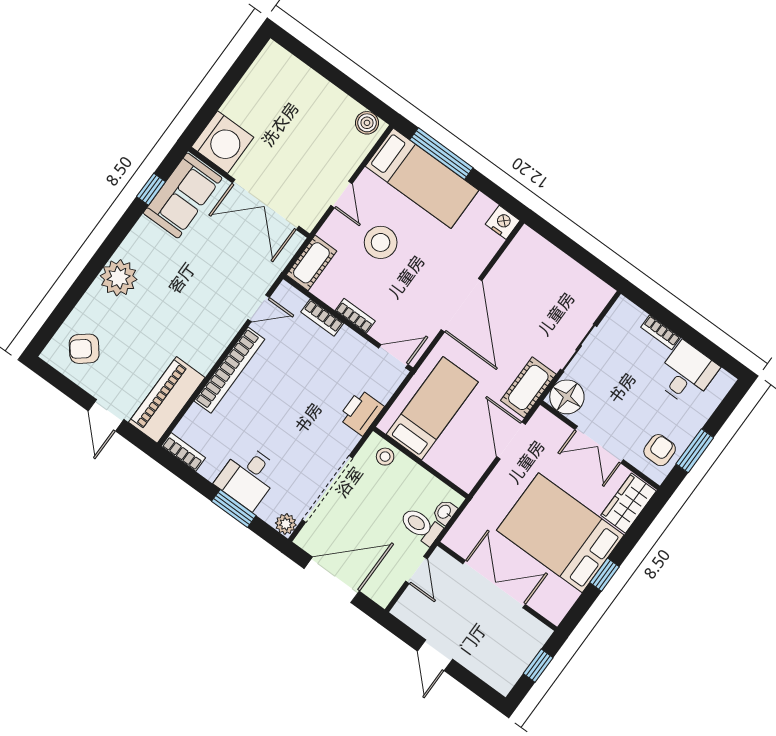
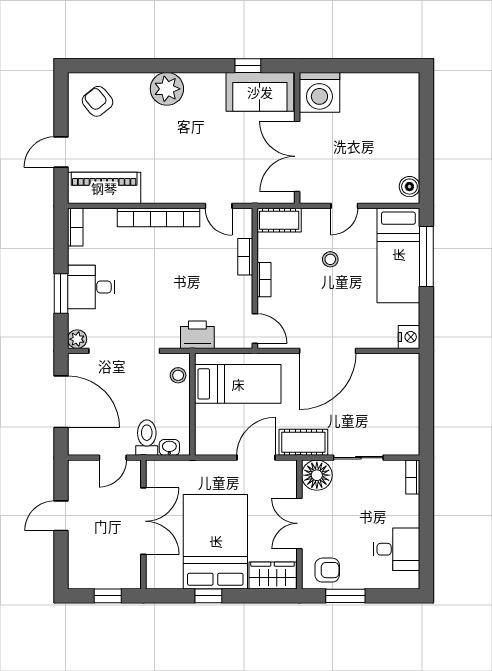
stool: (381, 242) -> (330, 259), width x0.53, depth x0.53
bookcase: (661, 332) -> (413, 477), moved

